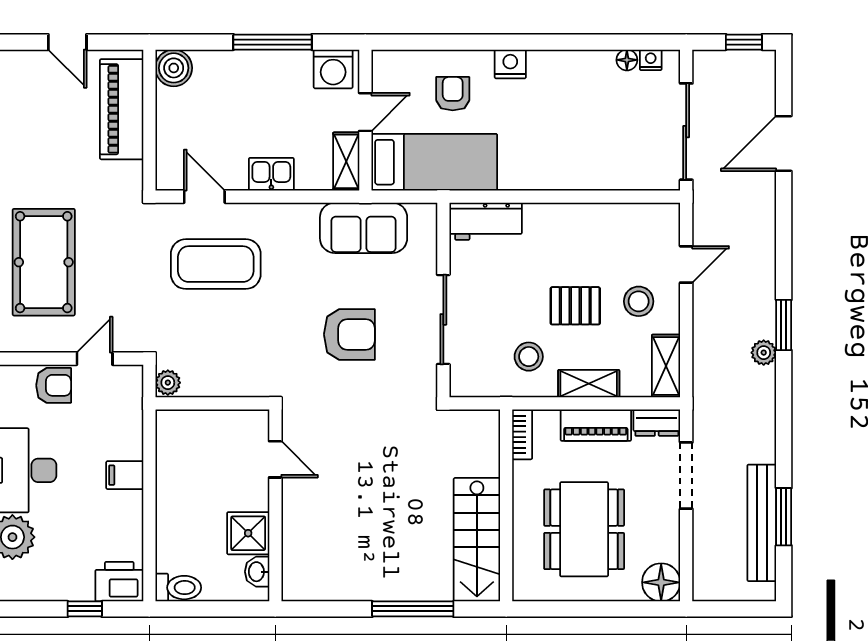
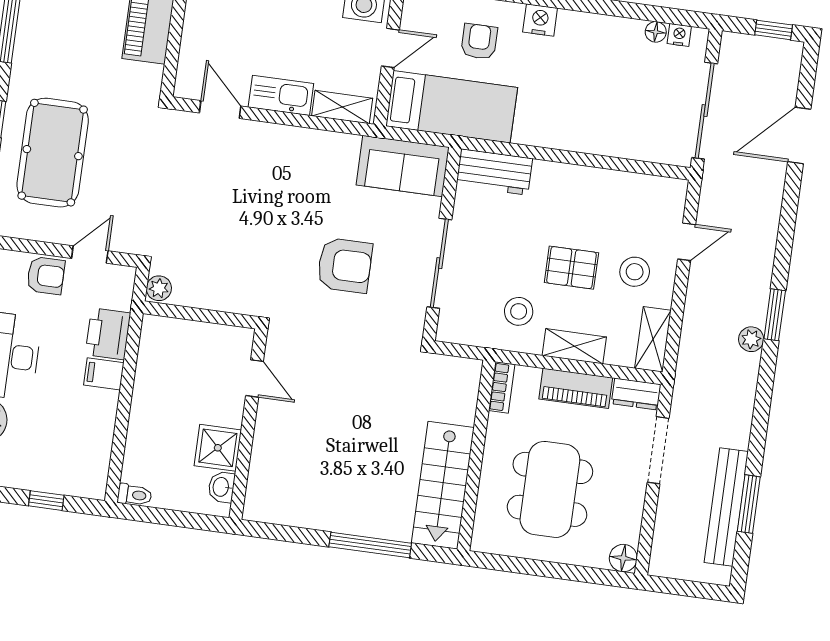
shelving: (346, 161) -> (342, 107), moved, turned 90
kitchen sink: (271, 174) -> (281, 95), width x1.38
sofa: (364, 228) -> (403, 166), moved
coffee table: (216, 264) -> (222, 178), removed
printer: (119, 582) -> (108, 334), moved, turned -90
floor lamp: (661, 582) -> (623, 558), width x0.73, depth x0.73
toilet: (178, 588) -> (135, 495), width x0.73, depth x0.72

